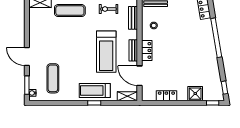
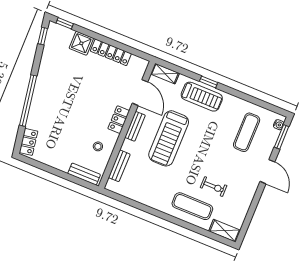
exercise bike: (108, 9) -> (214, 187), moved
treadmill: (106, 52) -> (169, 138), turned 180
locker: (166, 96) -> (111, 52), width x1.53

